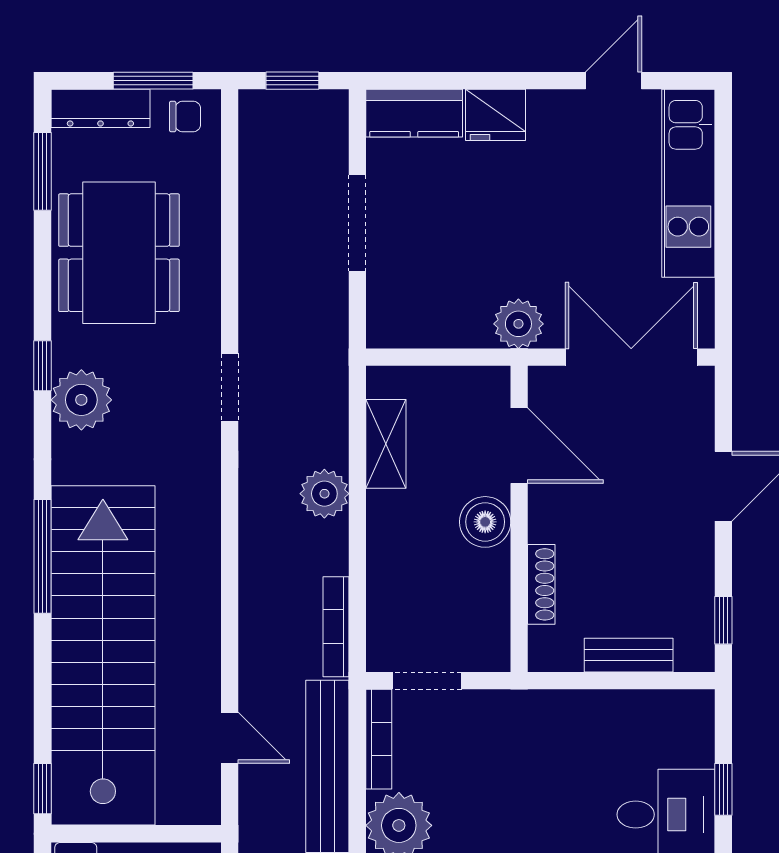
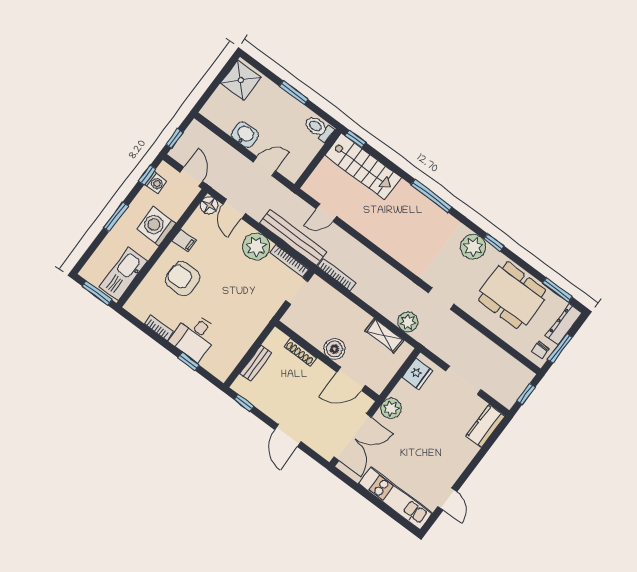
fridge: (496, 115) -> (417, 374), moved, turned 180
plant: (324, 494) -> (408, 322), moved
stairs: (103, 655) -> (363, 166), width x0.54, depth x0.66

